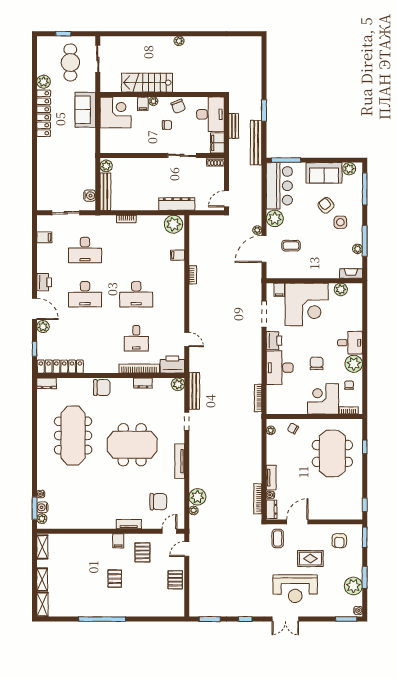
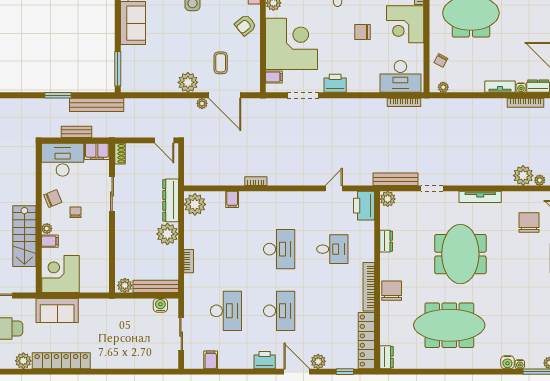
bar counter: (279, 186) -> (149, 77), removed
plant: (149, 201) -> (167, 234), added
armchair: (326, 205) -> (246, 25), moved
door: (35, 309) -> (297, 372), hinge flipped
desk: (280, 368) -> (400, 76), moved
bookcase: (139, 369) -> (369, 287), moved
water cooler: (42, 507) -> (507, 362), moved

